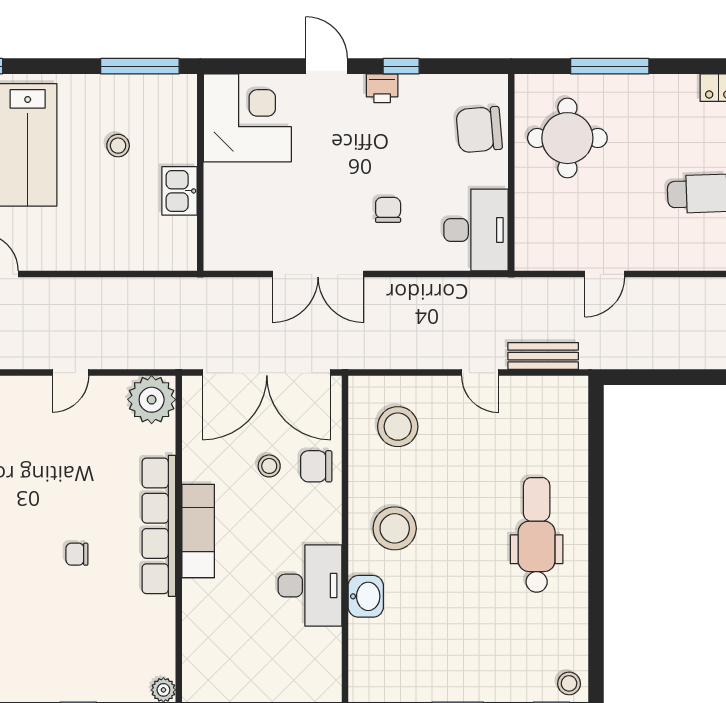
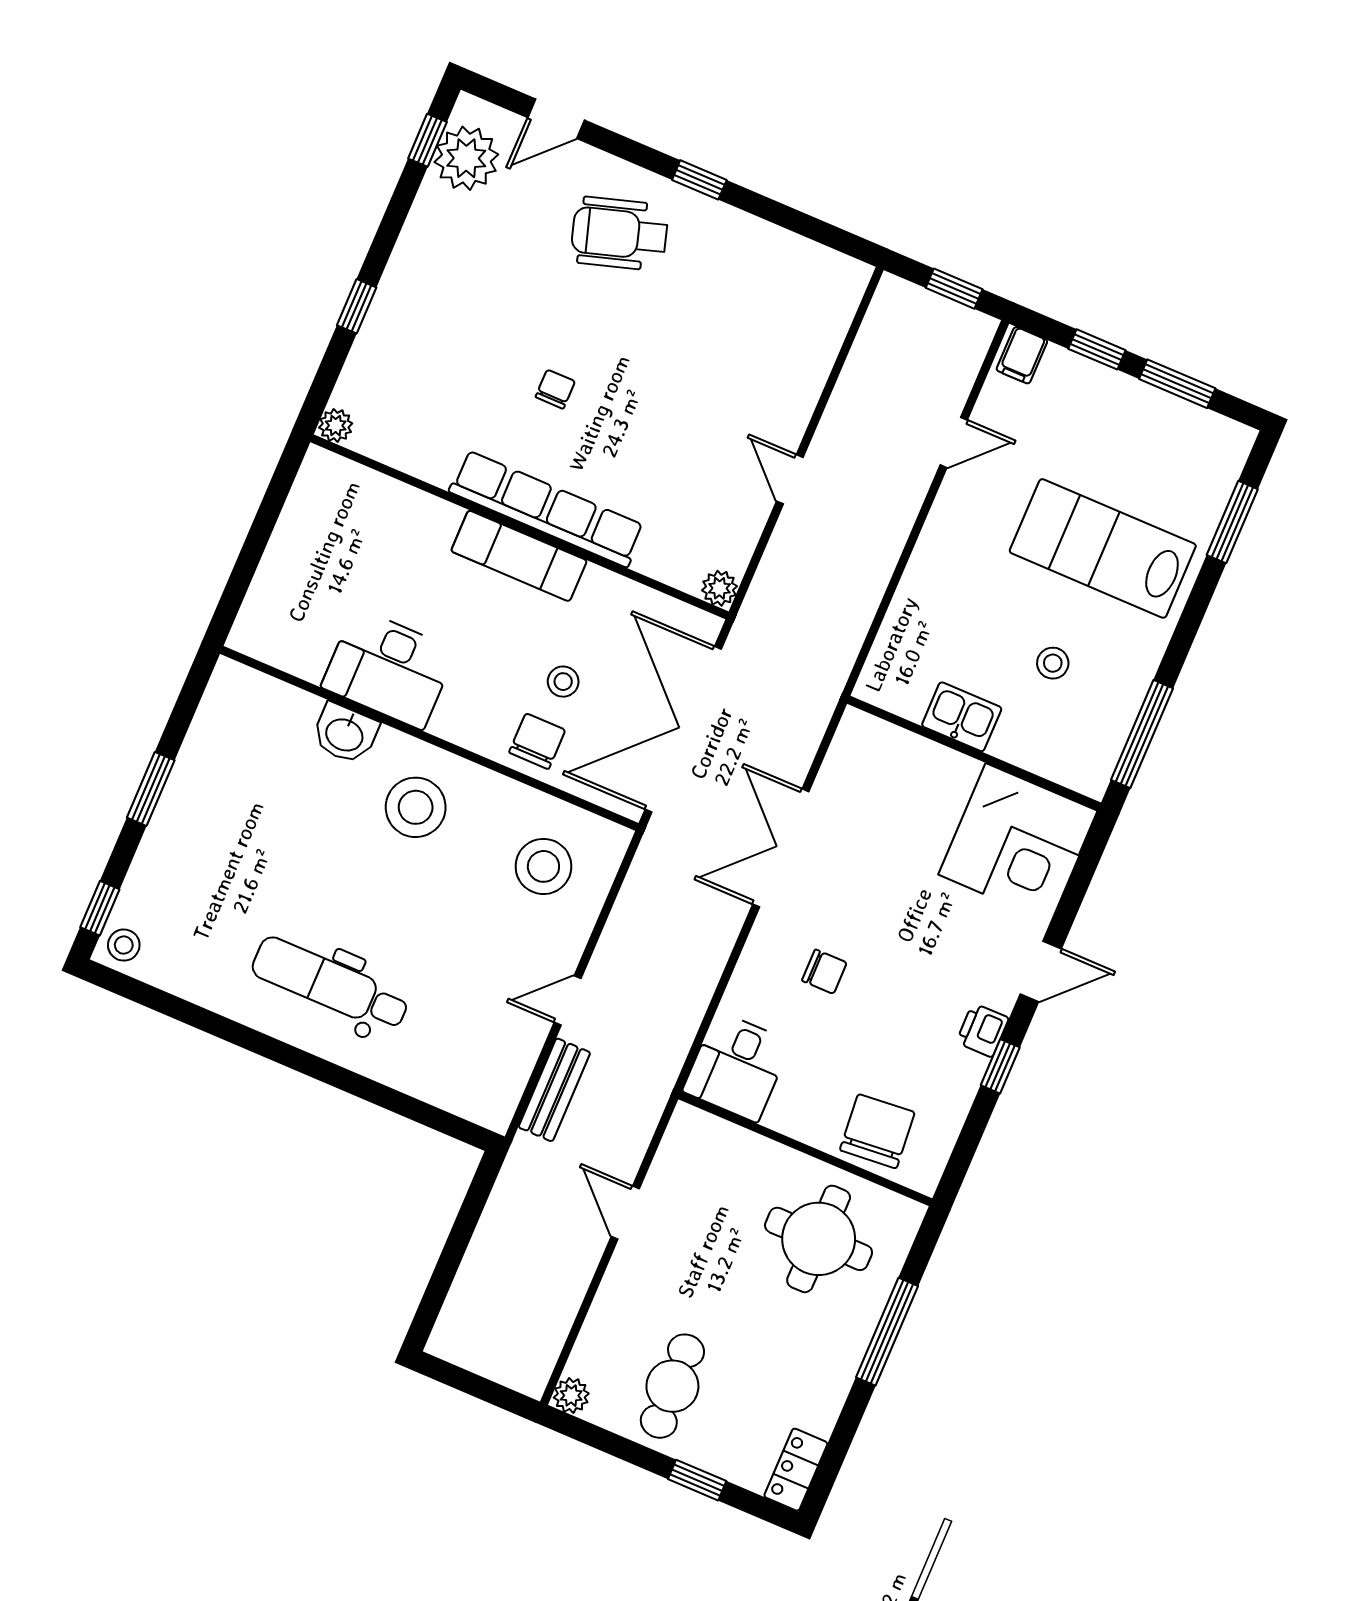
desk: (476, 230) -> (737, 1067), width x0.73
plant: (152, 400) -> (719, 588), width x0.53, depth x0.53
dental chair: (537, 535) -> (330, 984), turned 180

